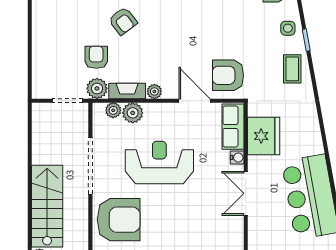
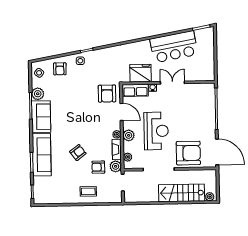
coffee table: (292, 69) -> (88, 191), moved
door: (195, 101) -> (121, 112), swing flipped
plant: (133, 113) -> (129, 135), moved
reception desk: (159, 162) -> (156, 131), turned 180
double door: (246, 193) -> (172, 83), swing flipped
armchair: (119, 220) -> (188, 153), turned 90

